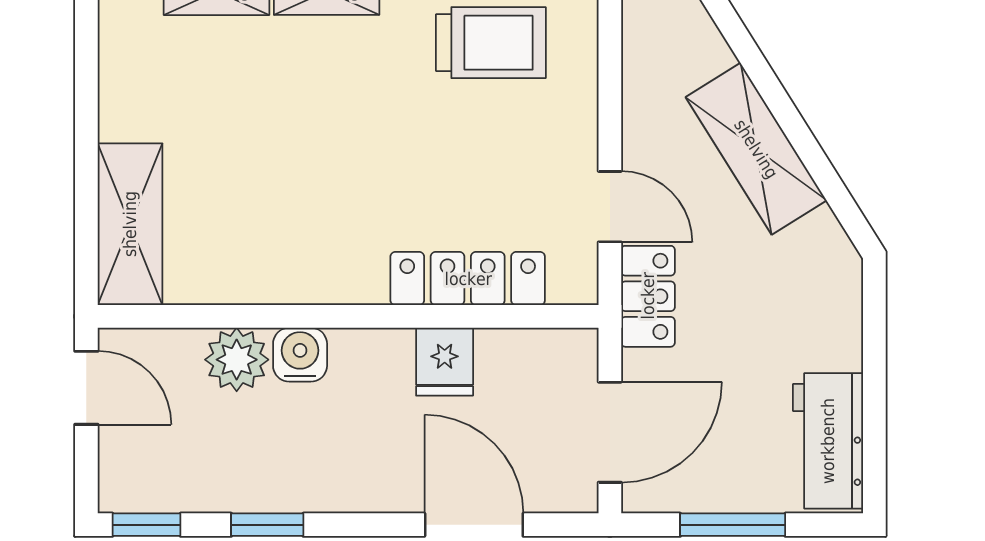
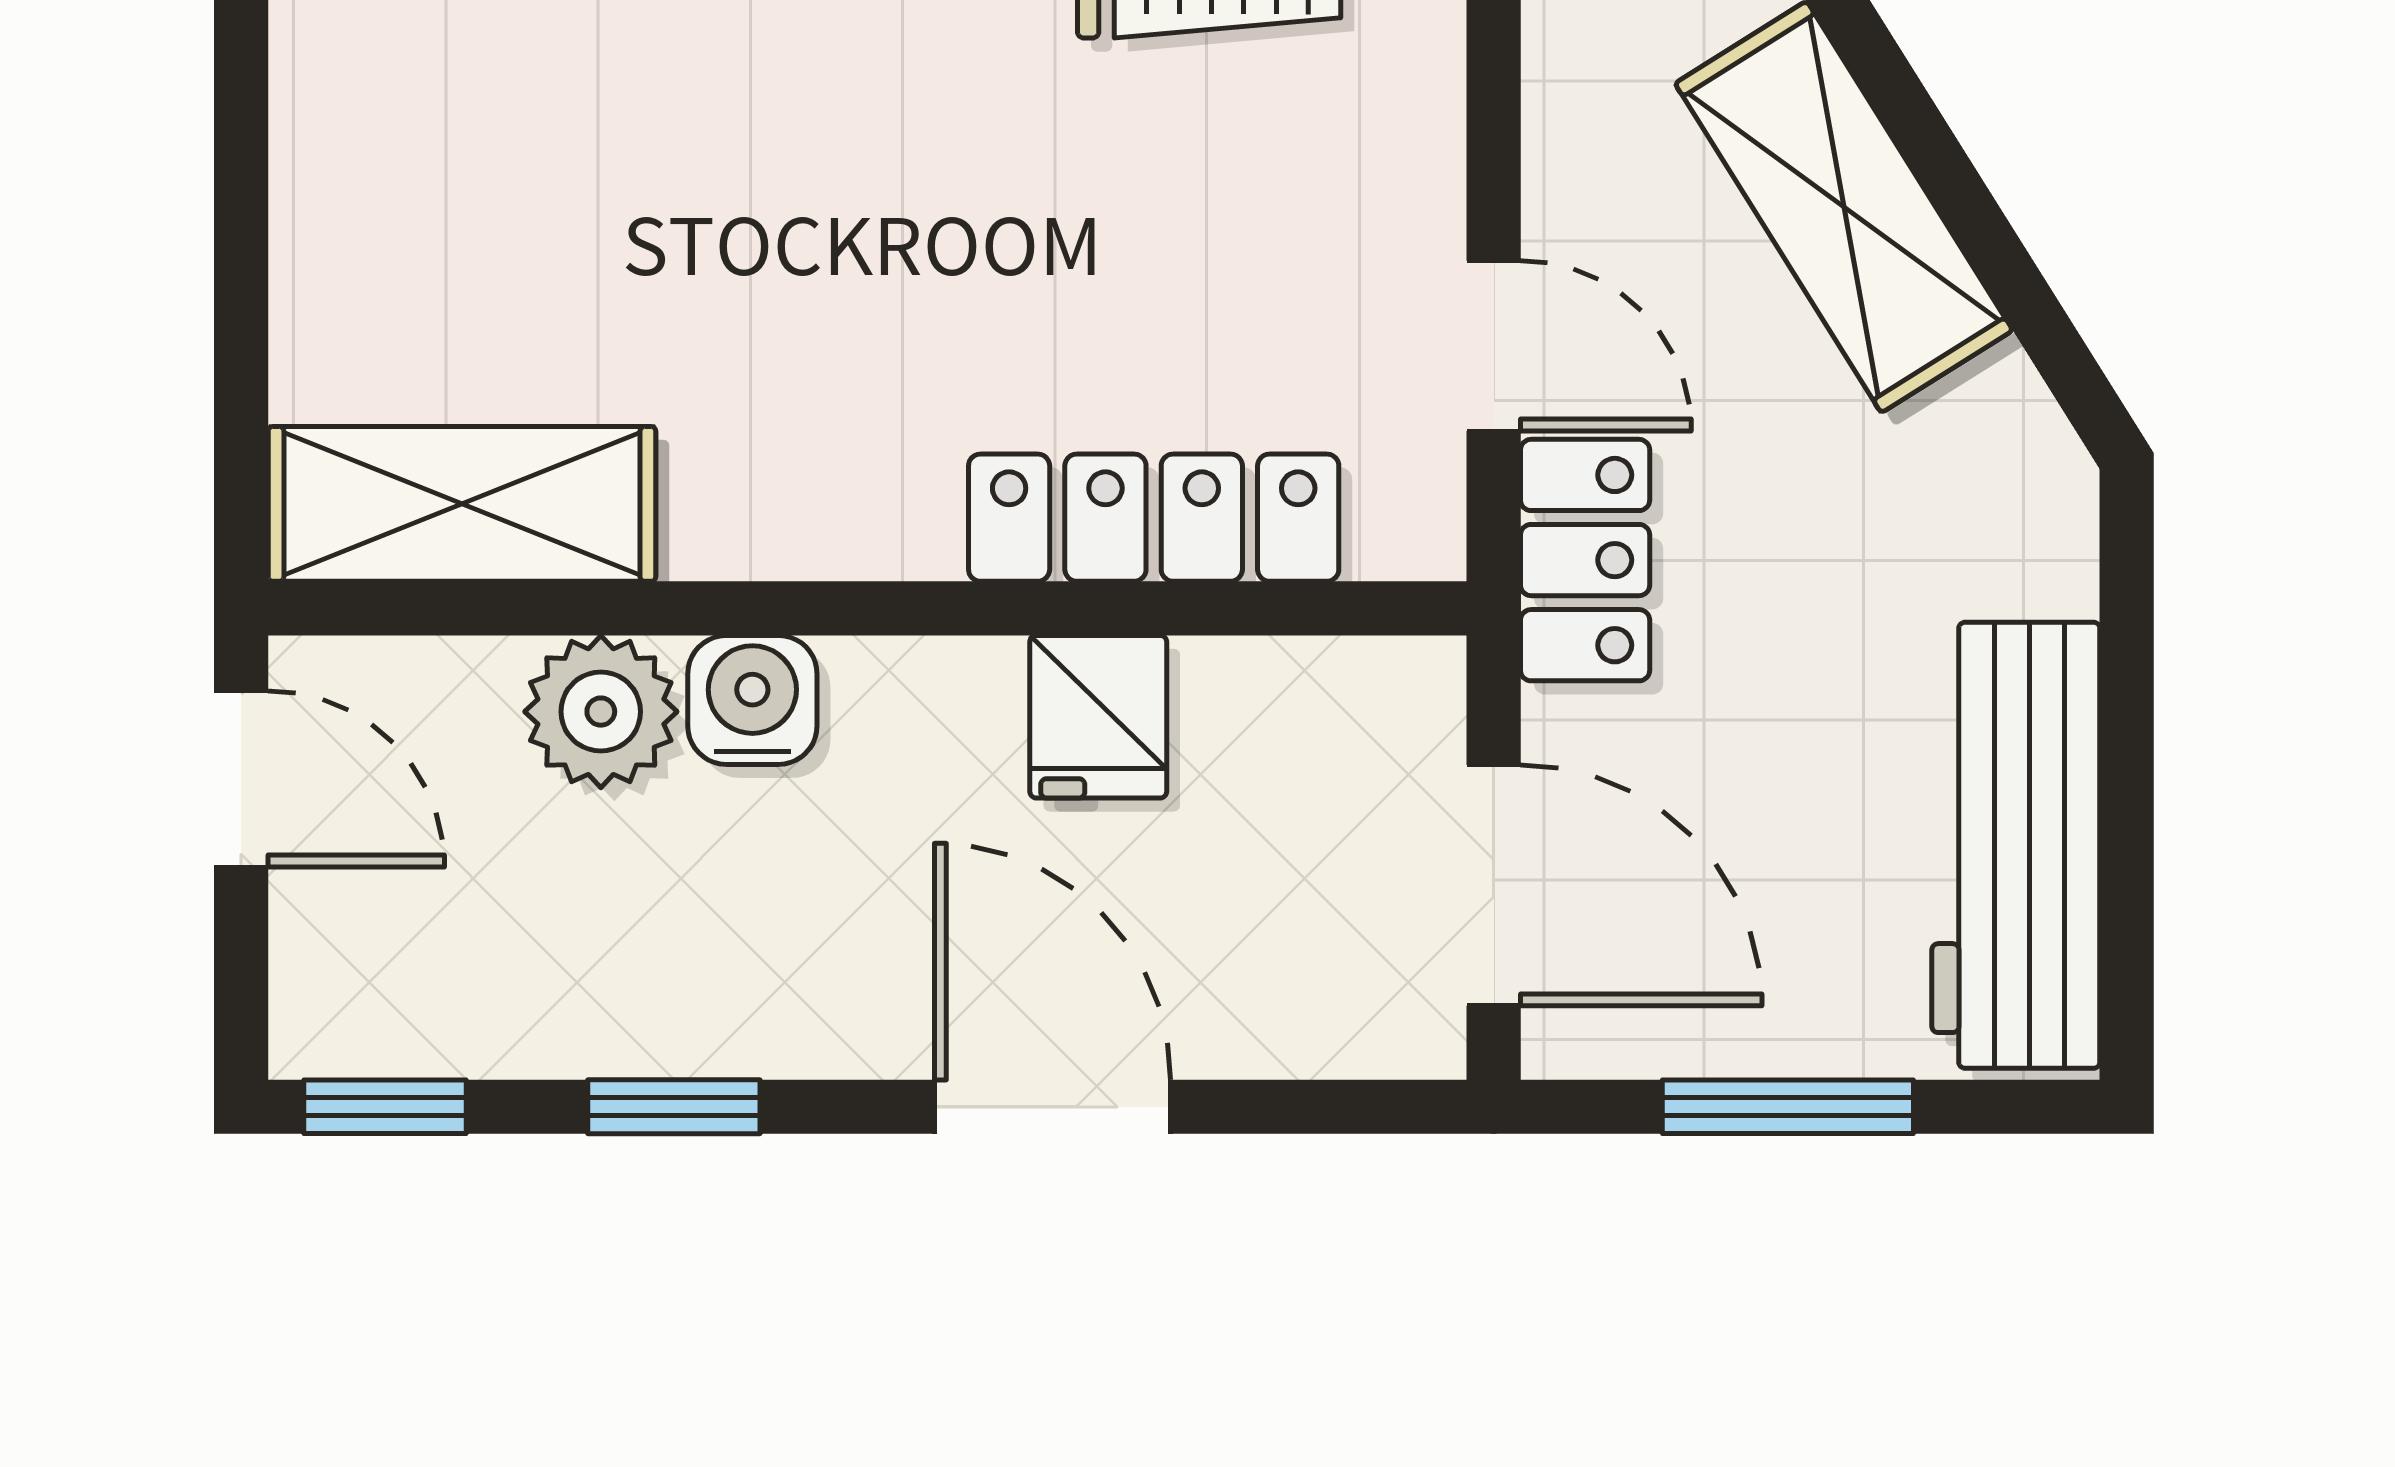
shelving: (130, 224) -> (462, 504), moved, turned 90
door: (610, 432) -> (1494, 885), hinge flipped
workbench: (828, 441) -> (2016, 845), width x1.38
door: (474, 525) -> (1052, 1107), moved

